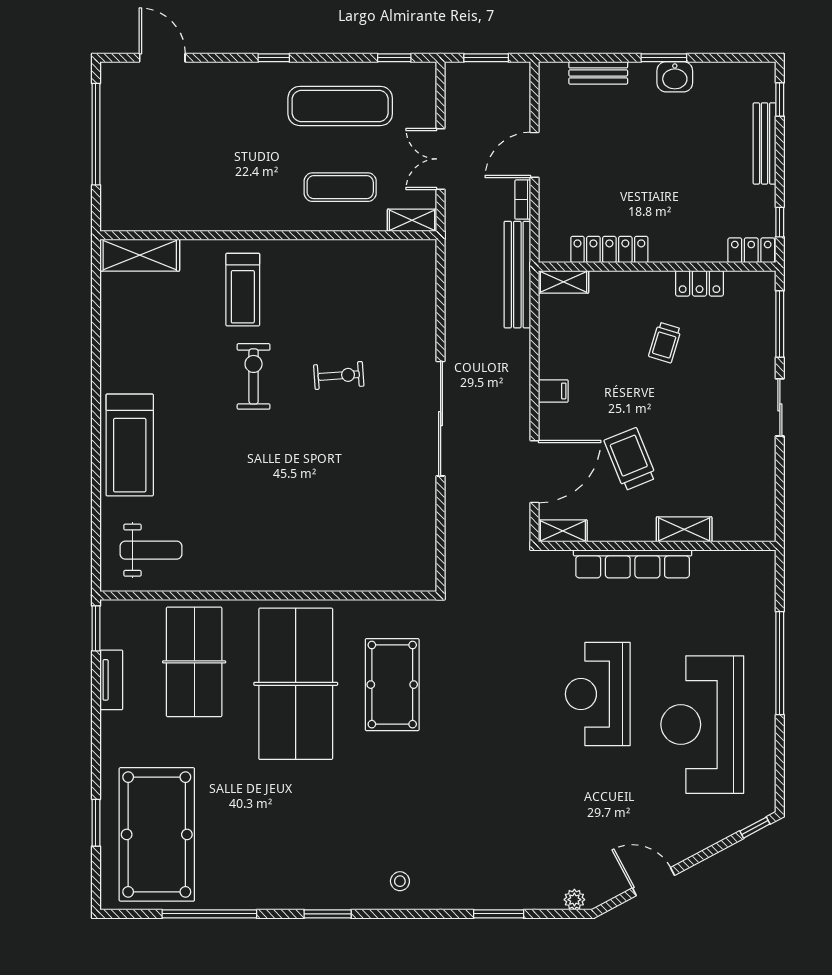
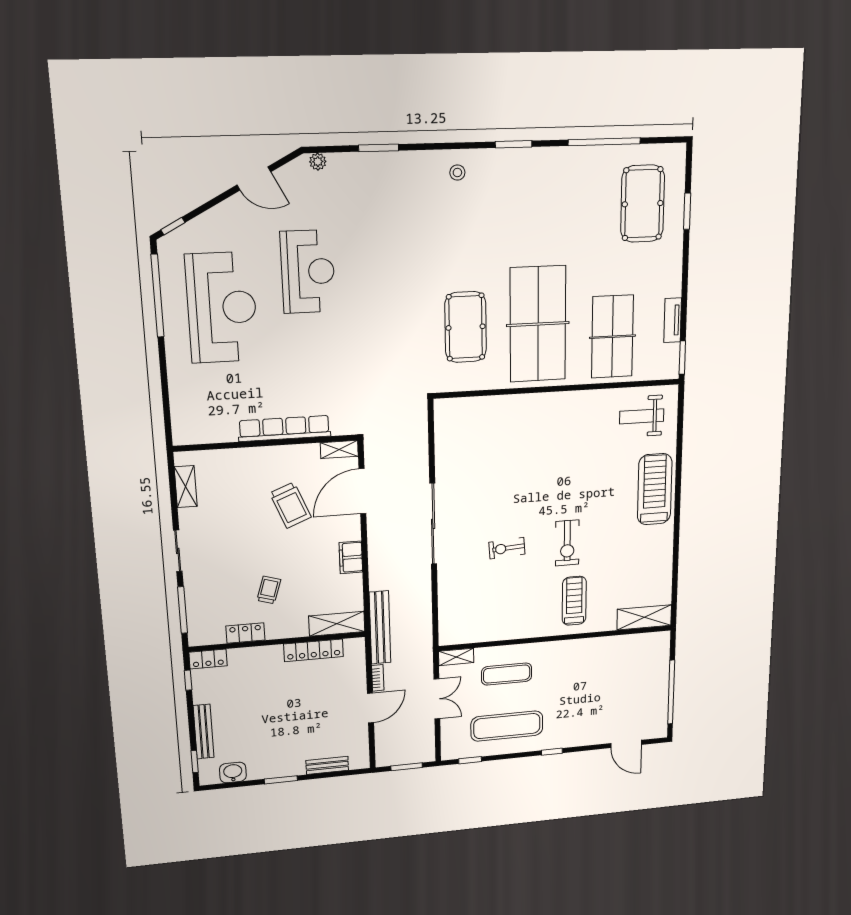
washbasin: (675, 77) -> (233, 772), moved
shelving: (563, 282) -> (337, 624), width x1.50, depth x1.33
filing cabinet: (553, 391) -> (351, 557), width x2.00
shelving: (684, 529) -> (186, 487), moved, turned 90
window: (780, 663) -> (158, 296), moved
reception desk: (598, 694) -> (308, 272), moved
pool table: (157, 834) -> (643, 204), width x0.73, depth x0.76

